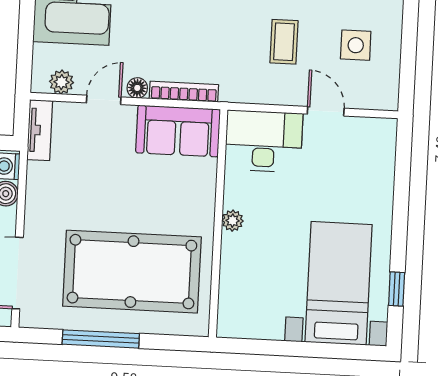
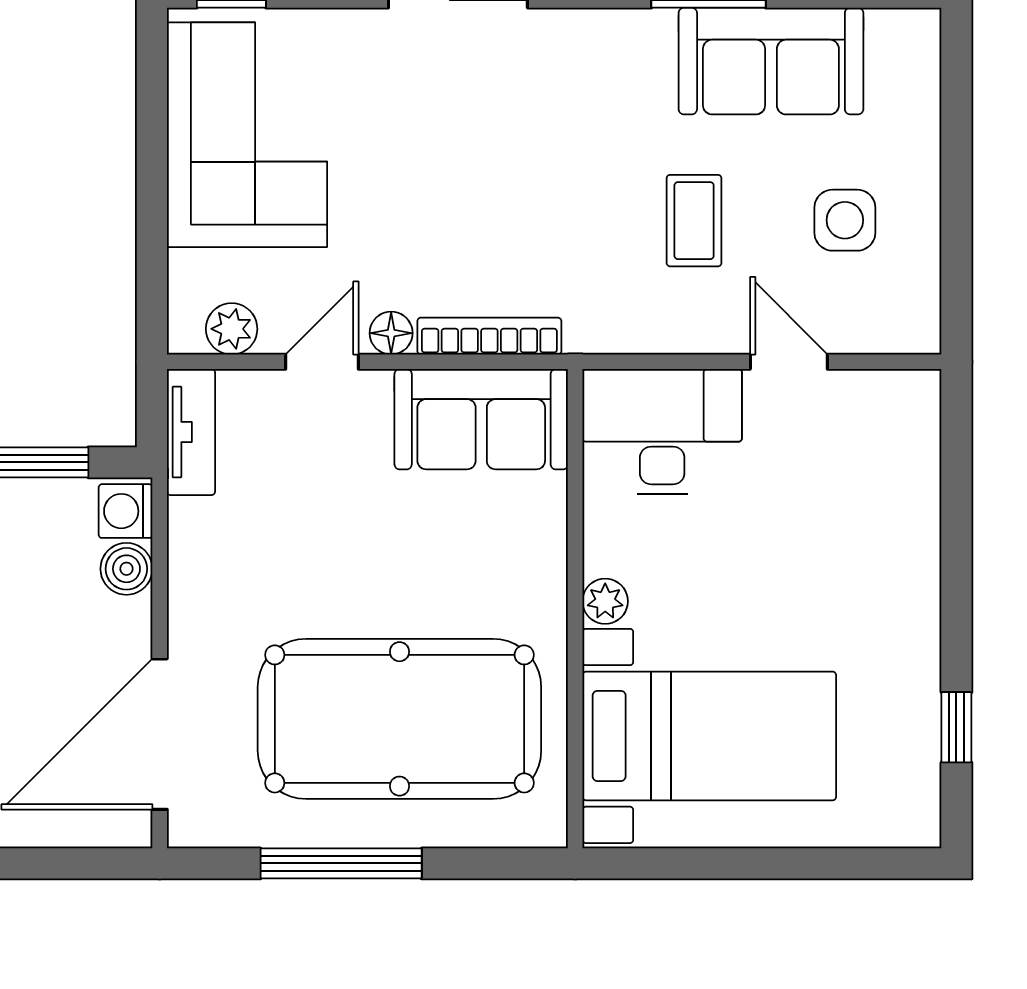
bed with nightstands: (339, 283) -> (709, 736), moved, turned 90

